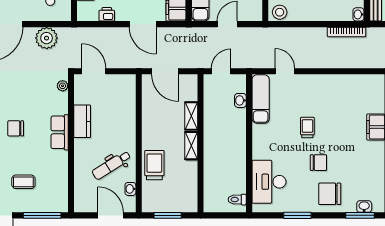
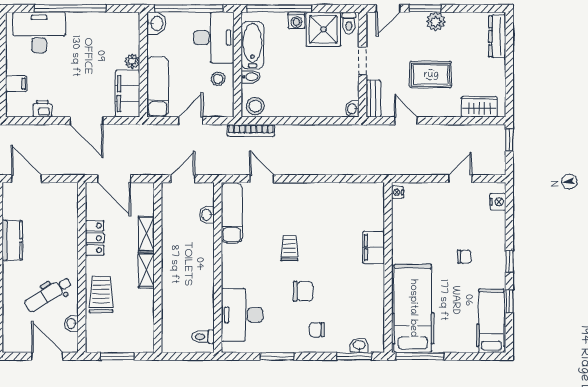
bookcase: (347, 32) -> (251, 130), moved
locker: (149, 119) -> (95, 238), added
chair: (330, 194) -> (317, 330), width x0.54, depth x0.54

